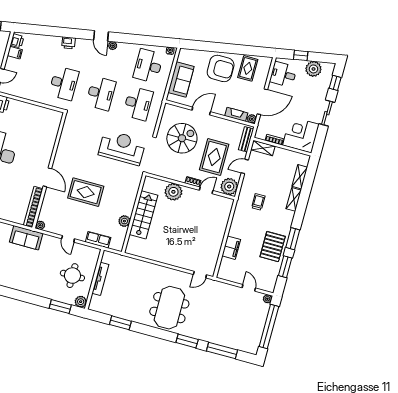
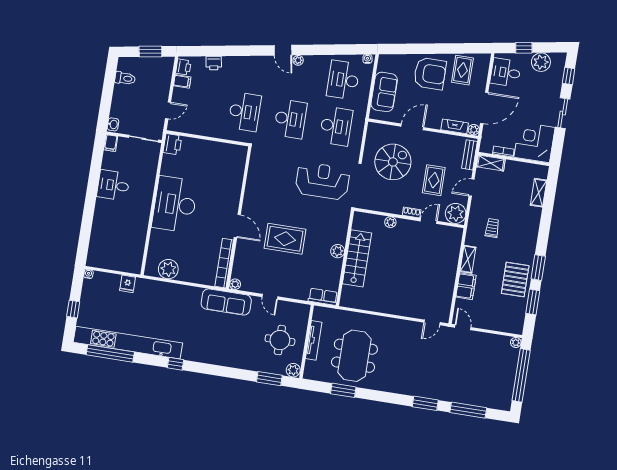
printer: (69, 43) -> (214, 63), moved
rug: (214, 157) -> (434, 180), width x0.73, depth x0.70
plant: (173, 192) -> (390, 222), width x0.53, depth x0.53
shelving: (294, 199) -> (468, 259), moved
plant: (124, 221) -> (338, 251), moved
sofa: (26, 238) -> (226, 302), width x1.36
row of seats: (98, 240) -> (323, 297), moved
door: (249, 288) -> (463, 327), moved
meeting table: (169, 308) -> (354, 356), moved

